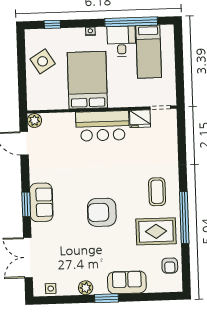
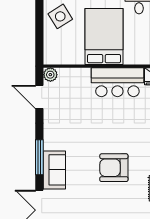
sofa: (41, 202) -> (54, 170), moved
window: (26, 204) -> (39, 157), width x1.44

